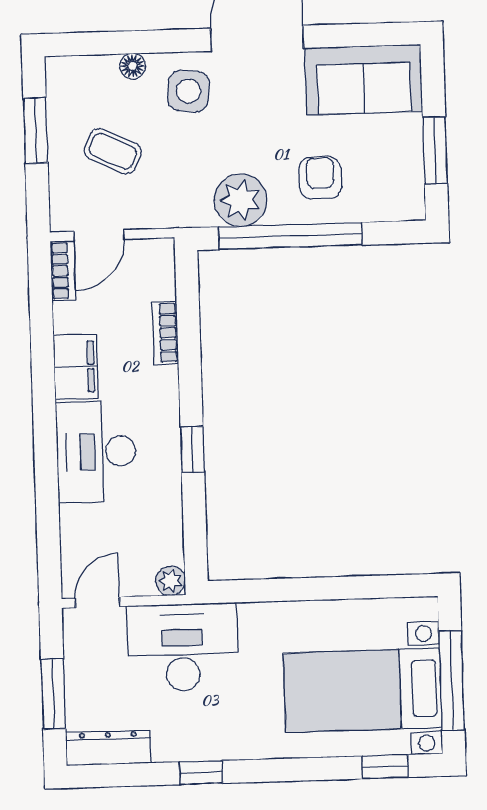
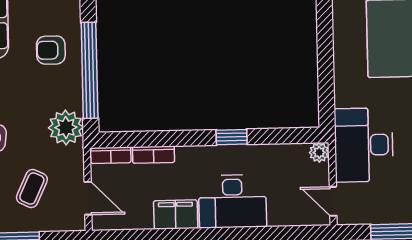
plant: (240, 200) -> (66, 127), moved
bookcase: (63, 271) -> (111, 155), moved, turned 180

